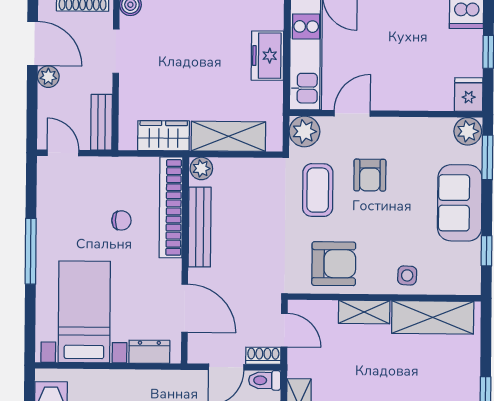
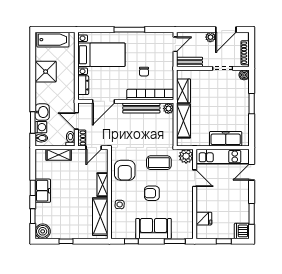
freezer: (267, 56) -> (226, 139), width x1.40
fridge: (469, 94) -> (204, 219), moved
plant: (468, 131) -> (187, 232), removed
armchair: (370, 175) -> (152, 193), moved

